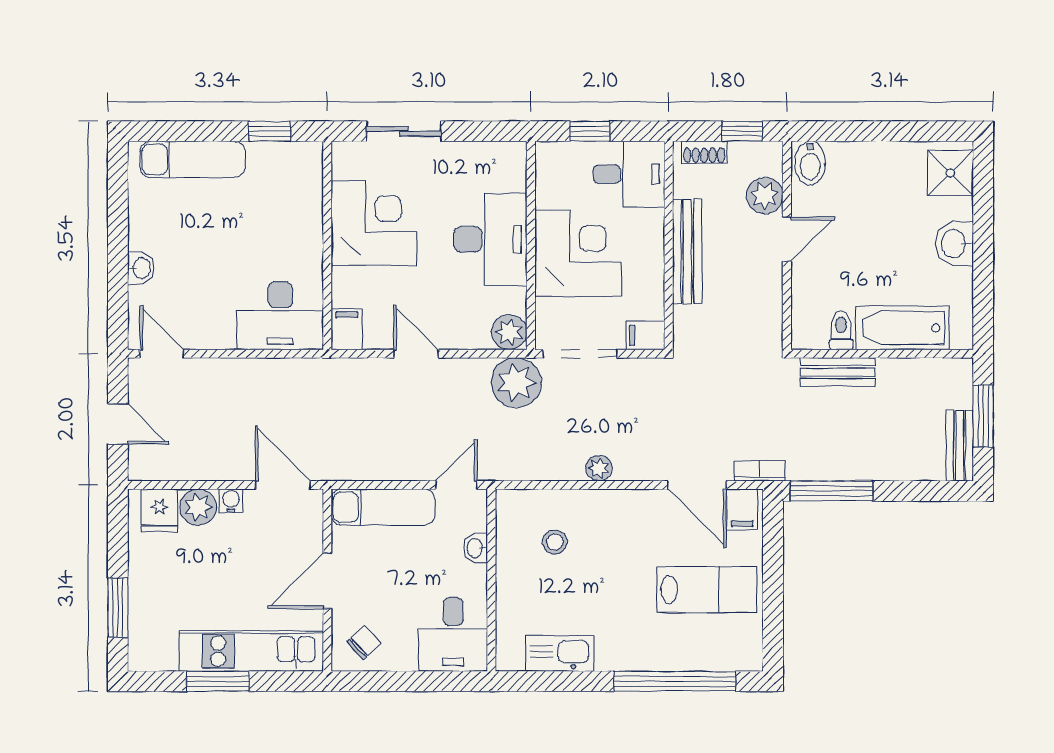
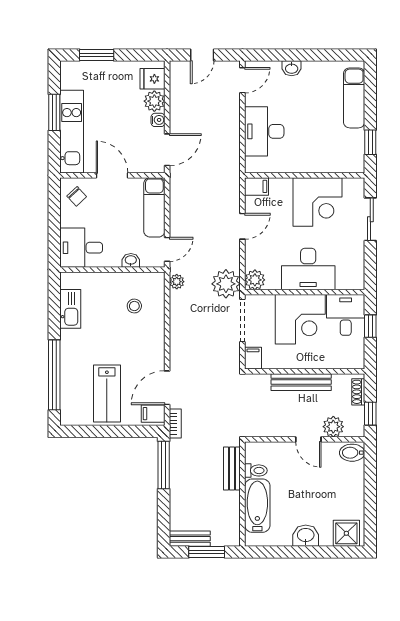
desk: (629, 174) -> (346, 315), moved, turned 180
desk: (280, 316) -> (264, 131), moved
plant: (599, 468) -> (177, 282), moved
door: (456, 485) -> (167, 249), hinge flipped

